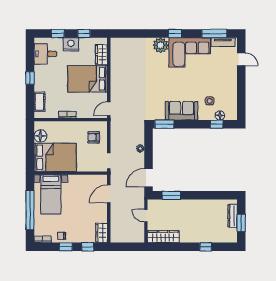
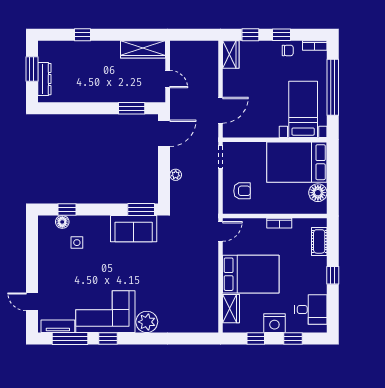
window: (175, 34) -> (108, 339), moved
sofa: (182, 111) -> (134, 229), moved

